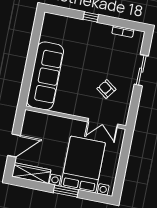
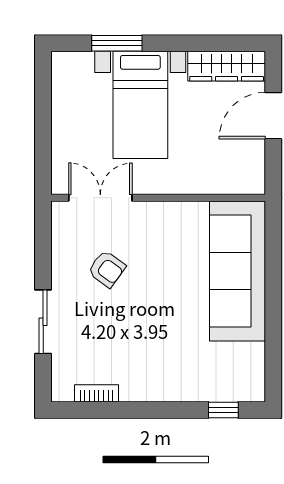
window: (91, 17) -> (223, 410), moved
bed with nightstands: (83, 164) -> (140, 105), width x0.73
window: (66, 191) -> (117, 43), moved

